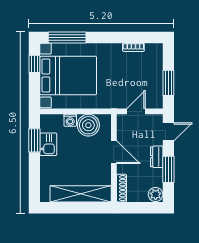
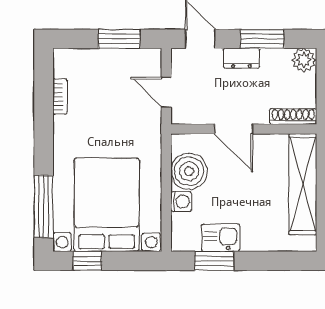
door: (114, 152) -> (234, 129), swing flipped

